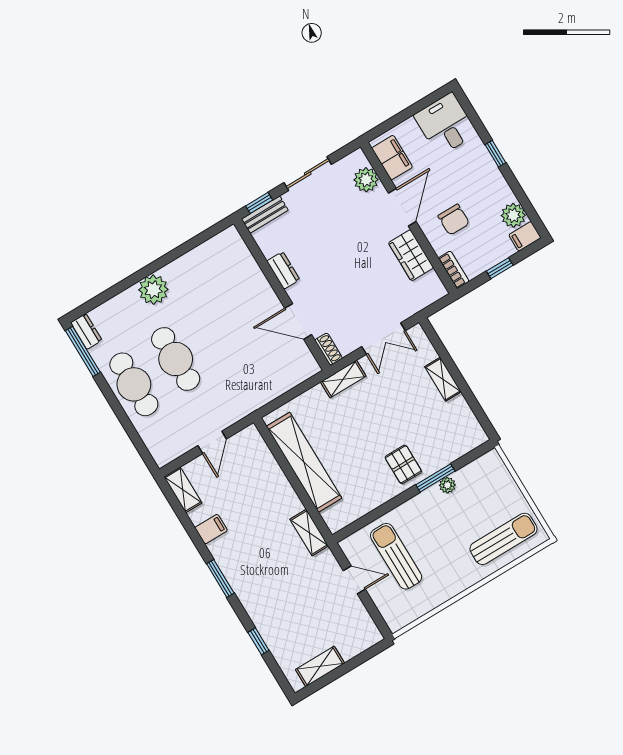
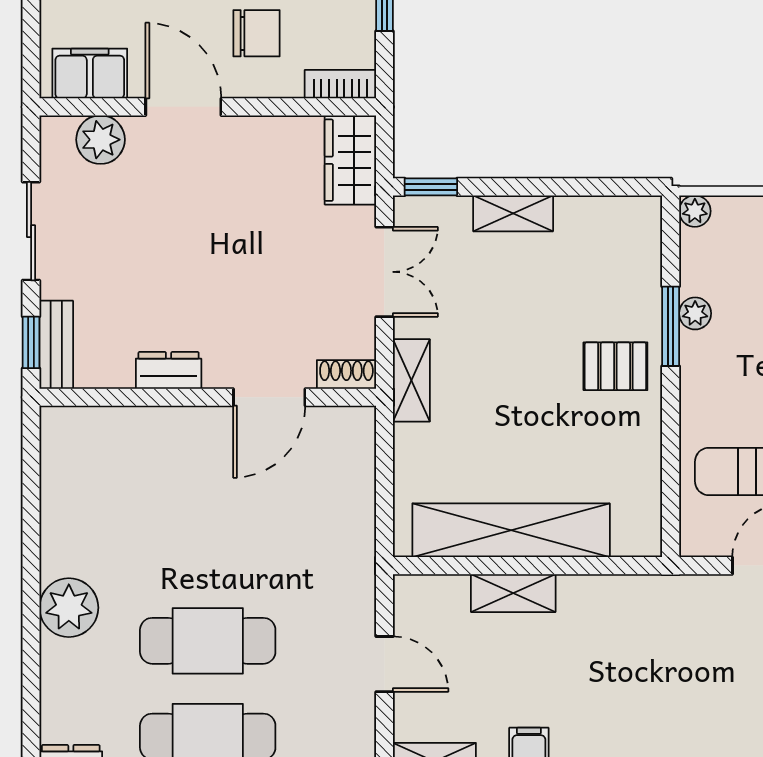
wardrobe: (411, 255) -> (350, 160), moved, turned 90
window: (433, 336) -> (431, 187), added
plant: (492, 458) -> (695, 211), added
shelving: (309, 533) -> (513, 593), moved

